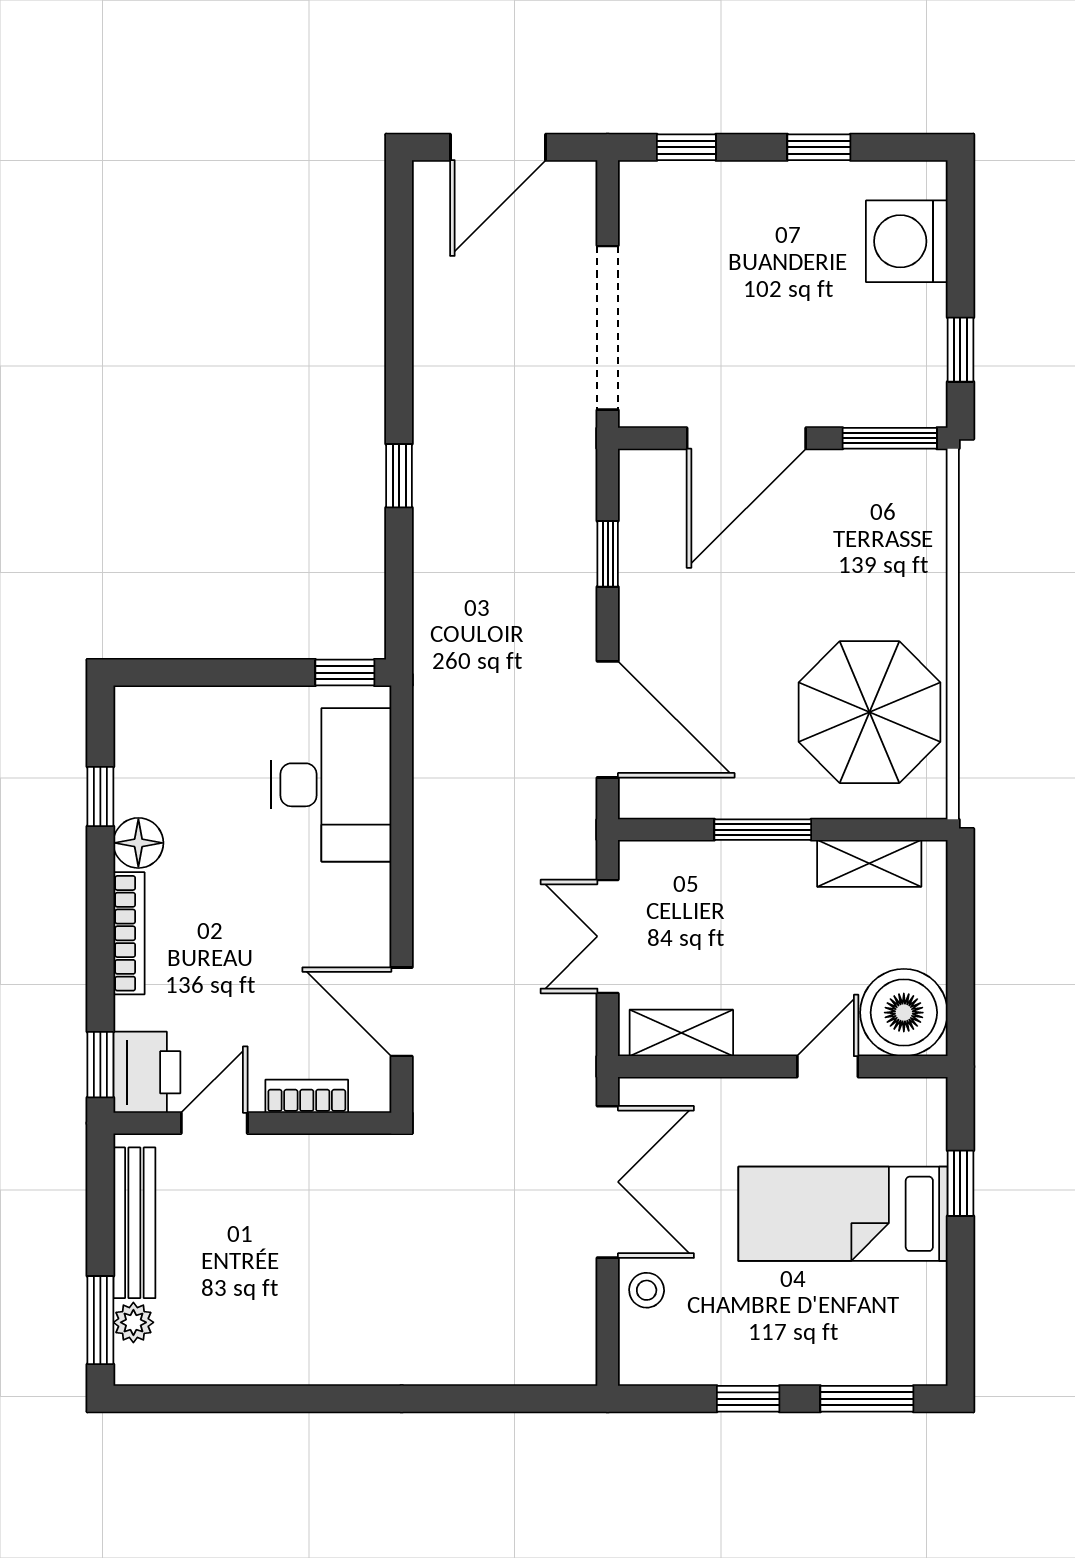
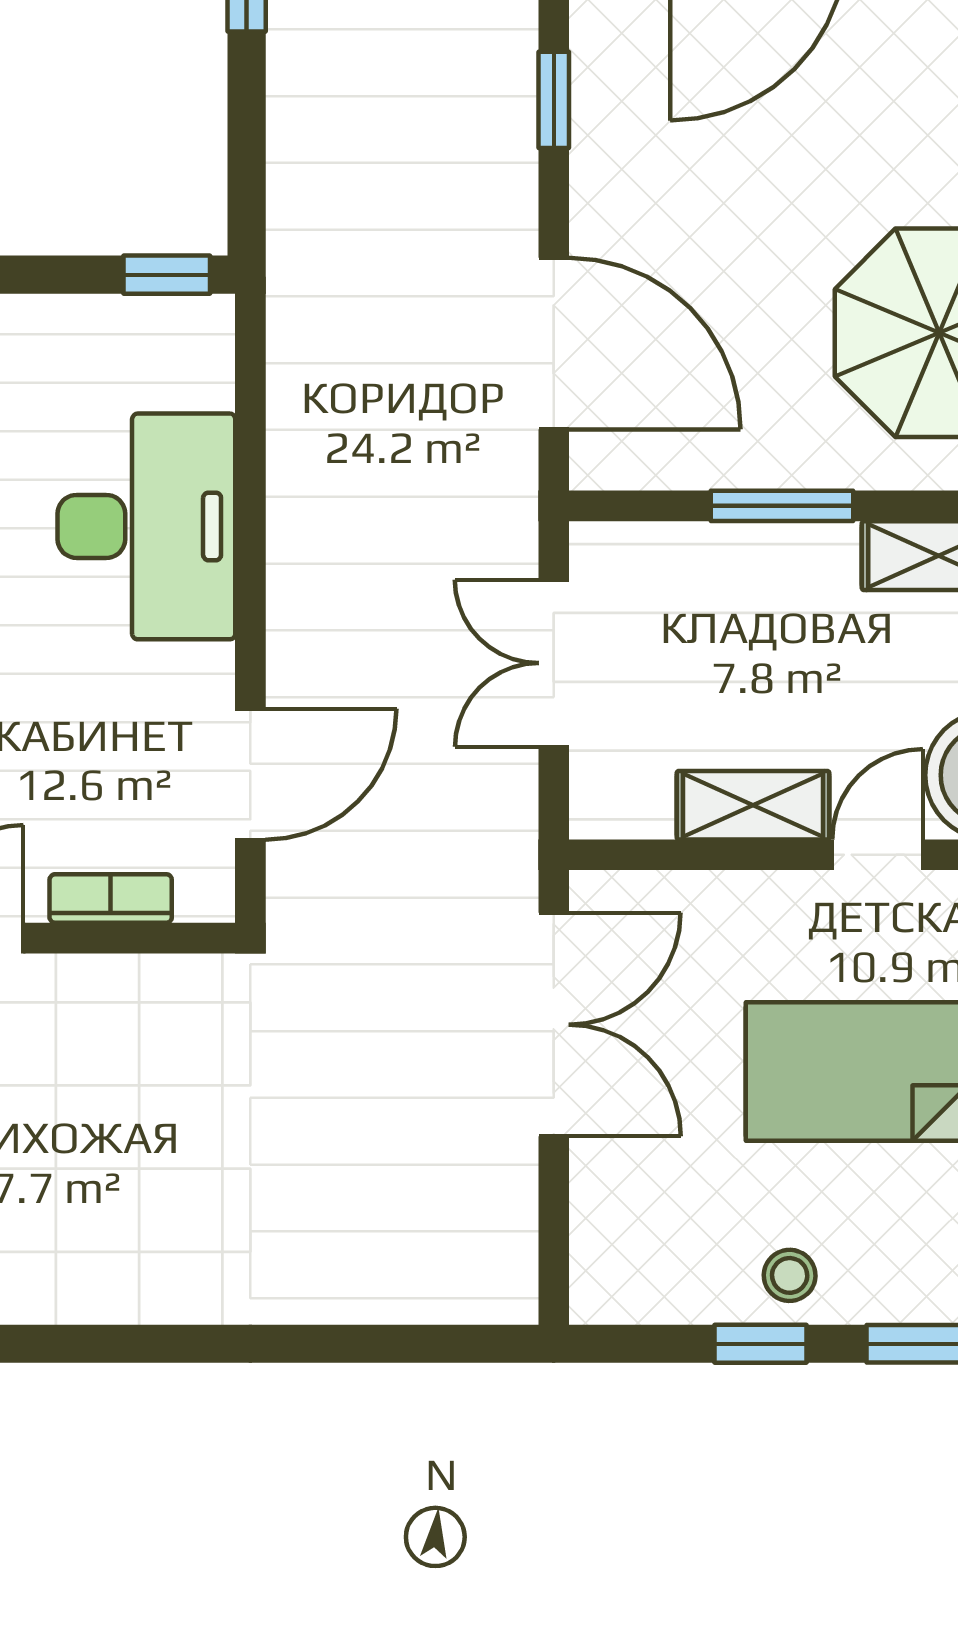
desk: (331, 785) -> (146, 526), moved
door: (402, 1012) -> (250, 774), swing flipped
shelving: (681, 1033) -> (753, 805), moved
stool: (647, 1290) -> (790, 1275), moved

